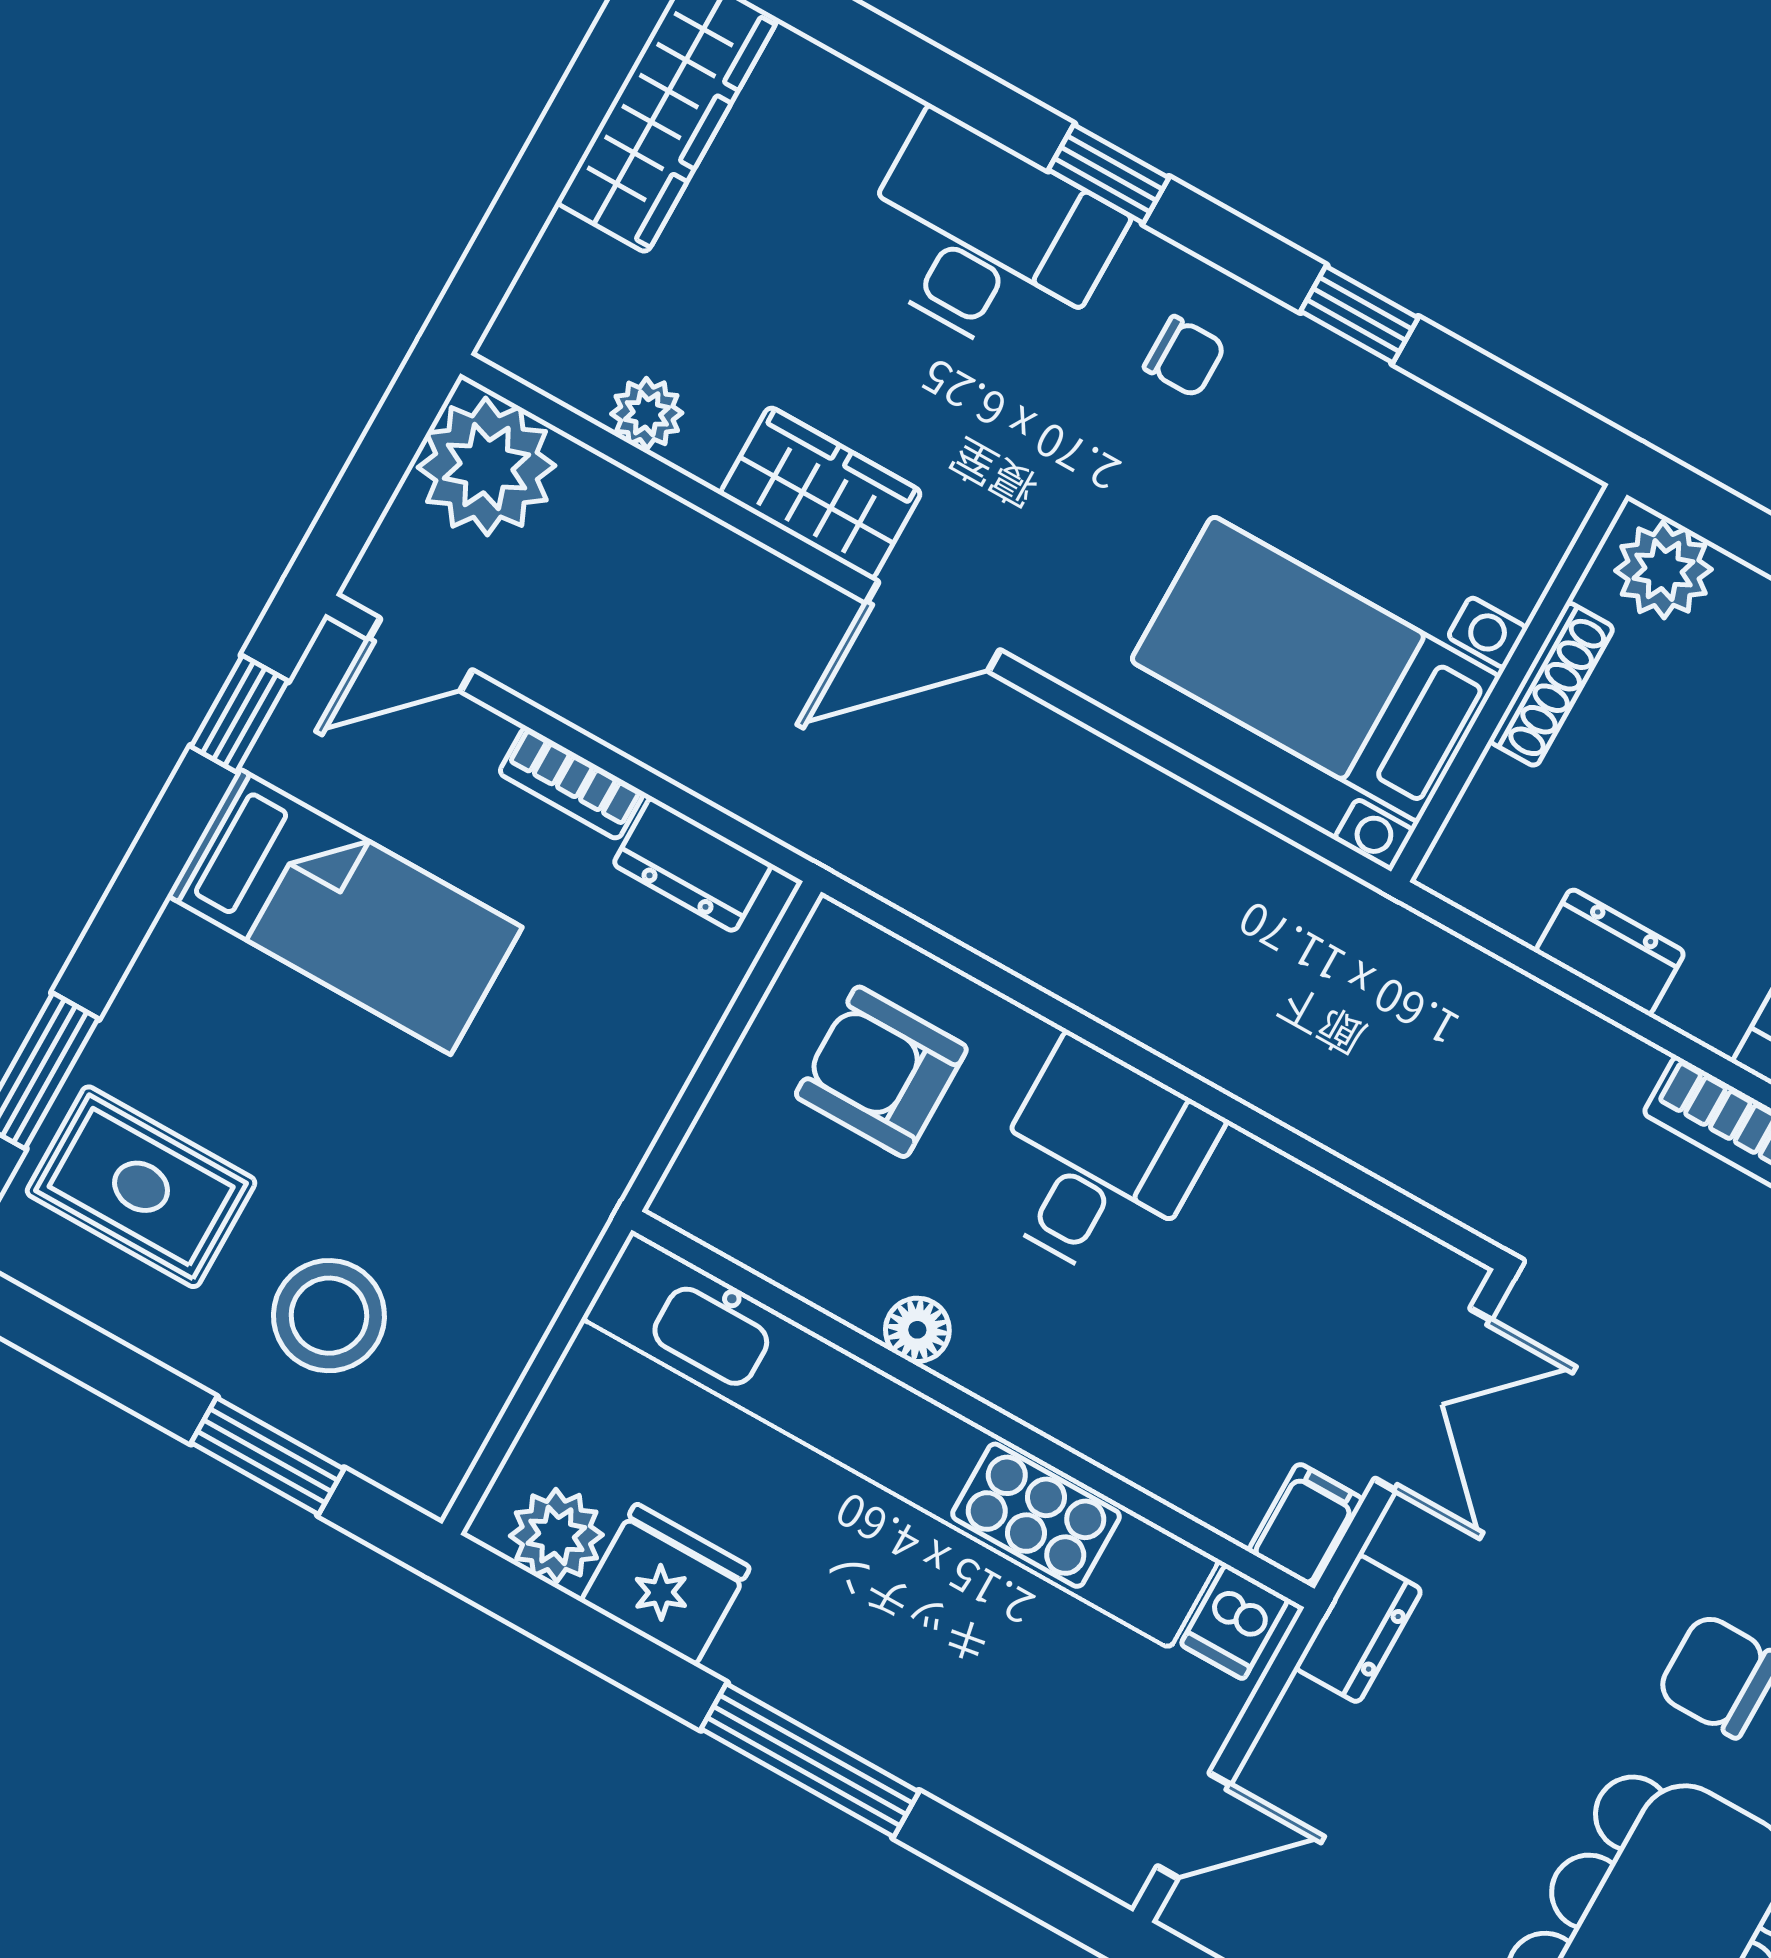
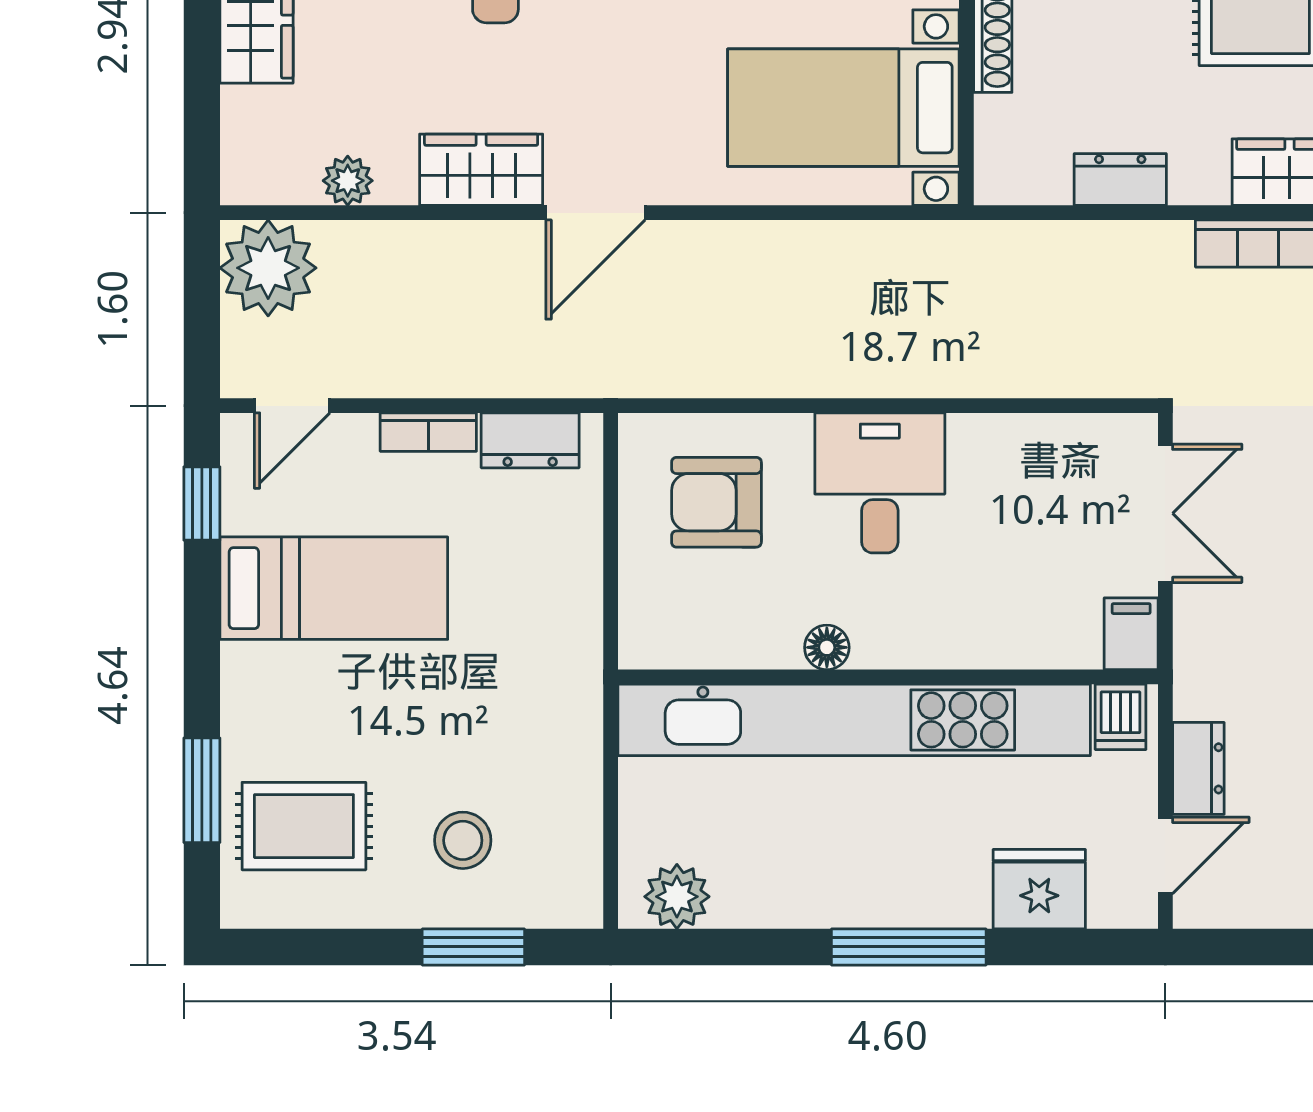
stool: (329, 1316) -> (463, 840), width x0.73, depth x0.73
fridge: (665, 1584) -> (1039, 889), moved
dresser: (1358, 1629) -> (1198, 768), moved

